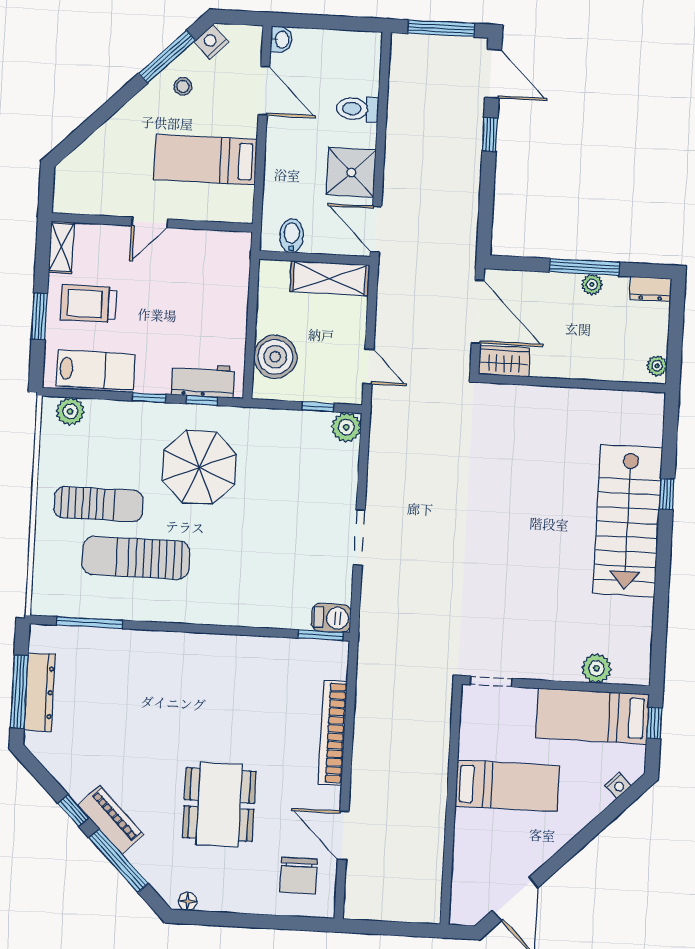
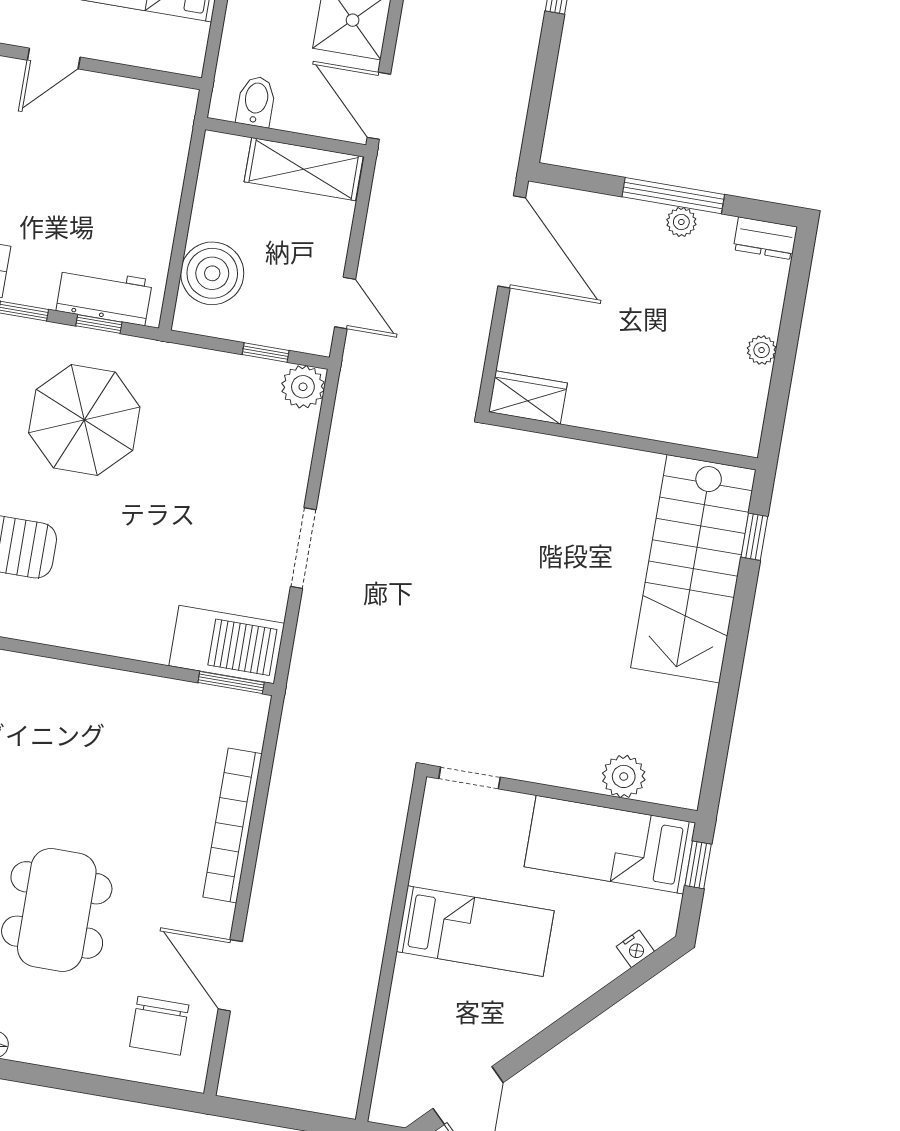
wardrobe: (504, 361) -> (528, 397), moved
wall: (572, 383) -> (622, 441), moved
barbecue: (331, 618) -> (227, 645), width x1.88, depth x1.53

